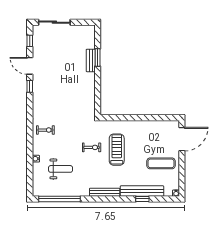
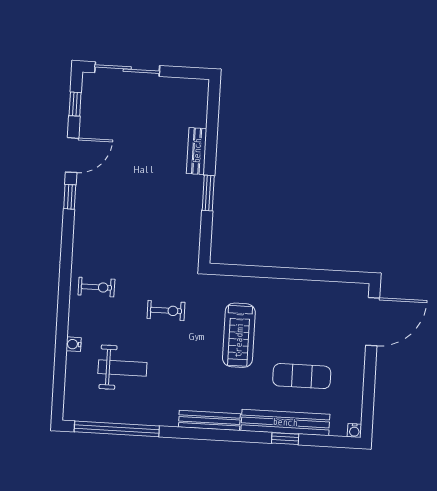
window: (98, 57) -> (208, 193), moved
door: (30, 66) -> (72, 155), swing flipped
exercise bike: (92, 147) -> (166, 310), moved
treadmill: (117, 150) -> (239, 335), turned 180
exercise mat: (161, 163) -> (302, 376), moved

